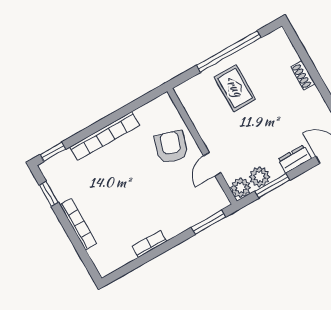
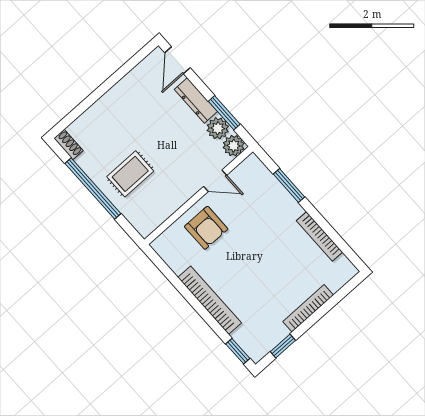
shoe rack: (303, 75) -> (69, 144), moved, turned -90
armchair: (171, 147) -> (206, 228), turned -107
dresser: (295, 159) -> (196, 100), width x1.44
window: (208, 222) -> (289, 185), moved
bookcase: (149, 244) -> (319, 236), width x1.56

